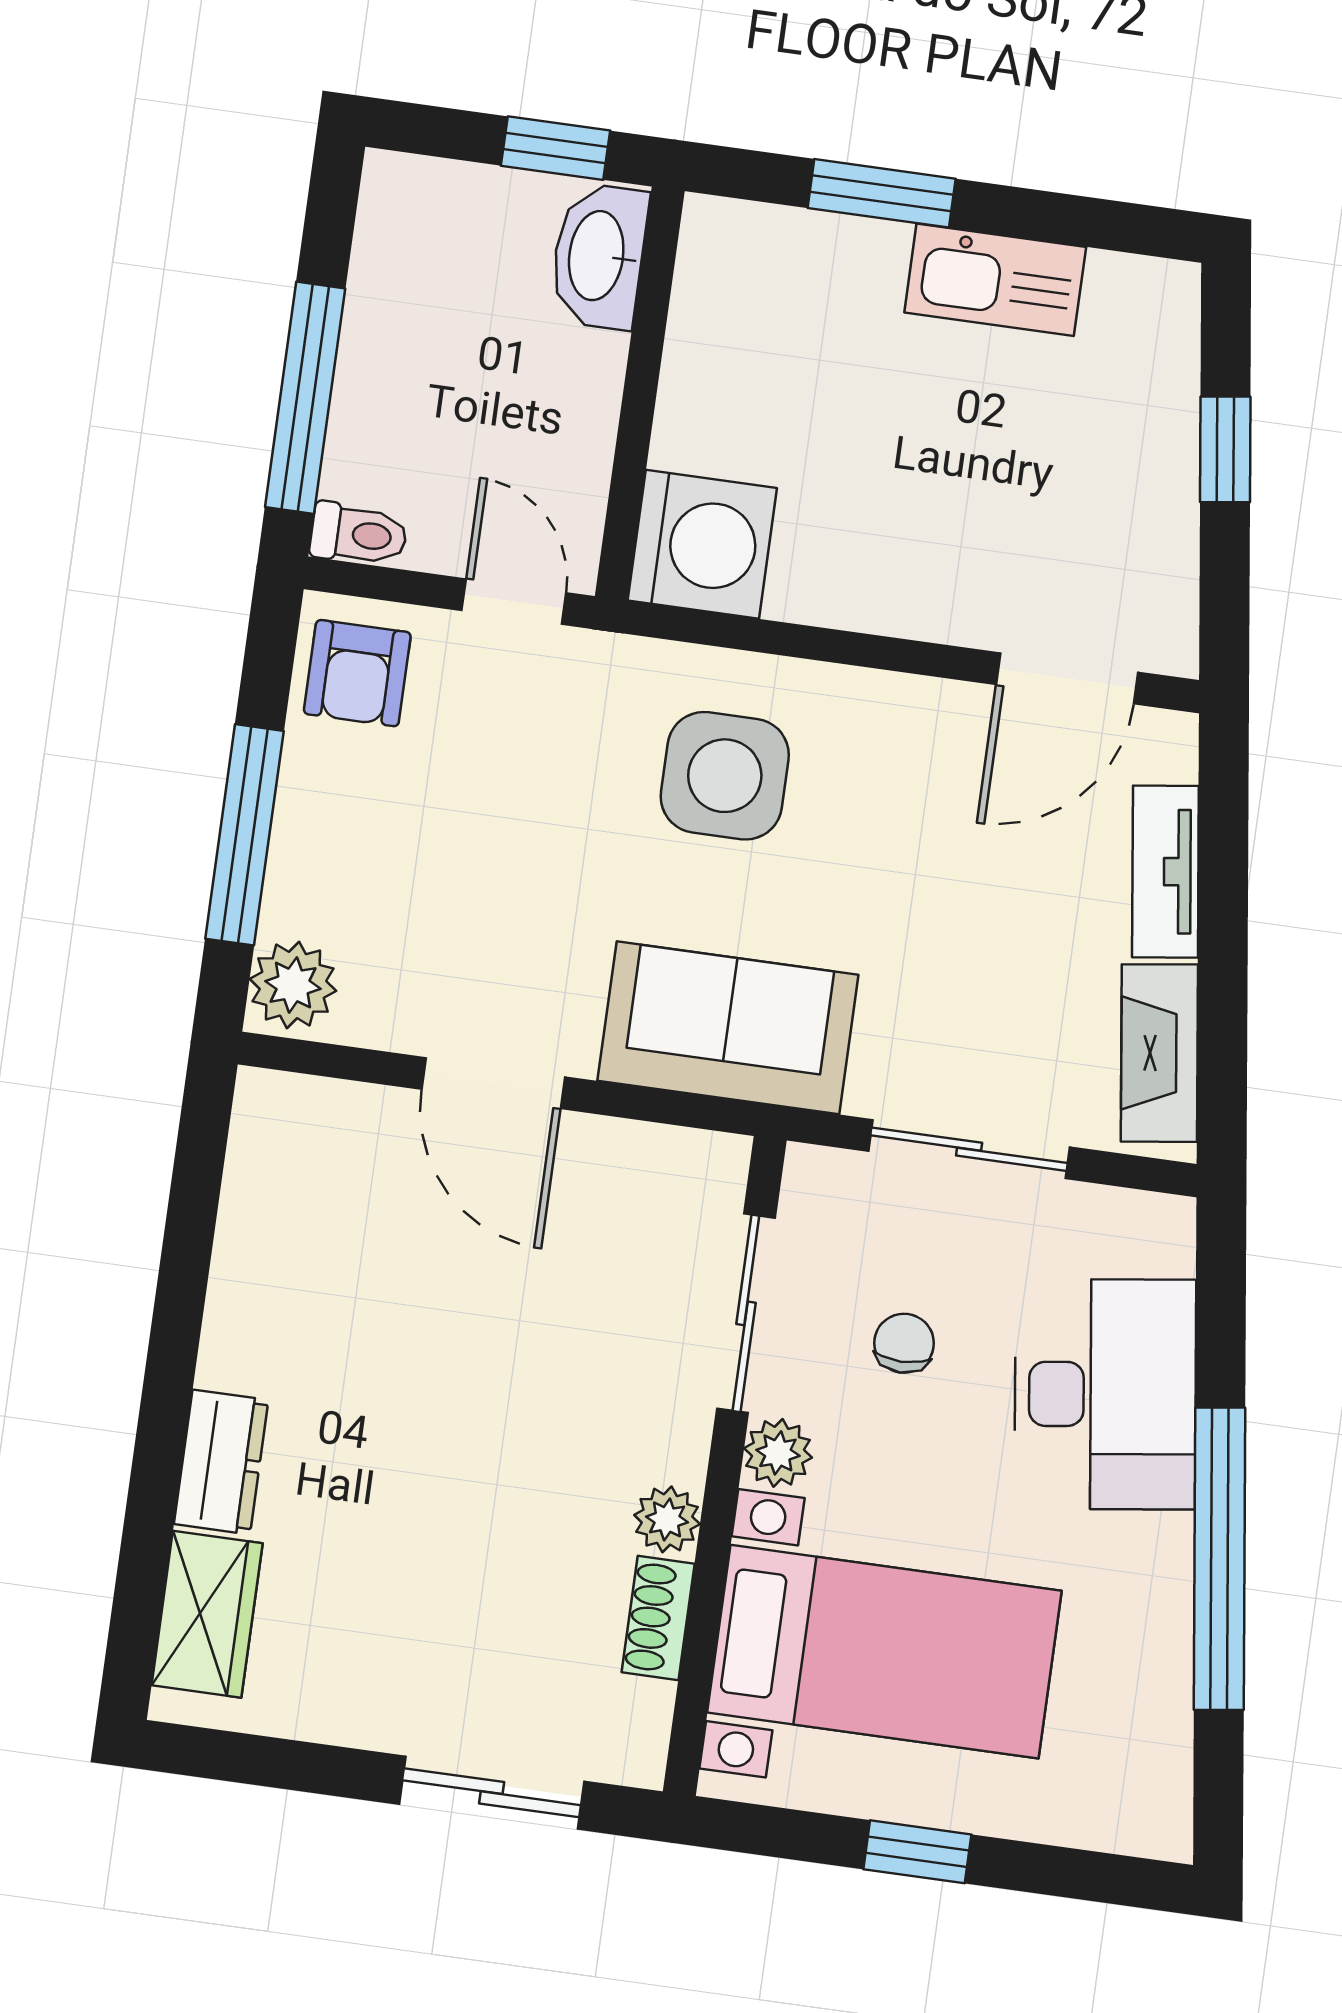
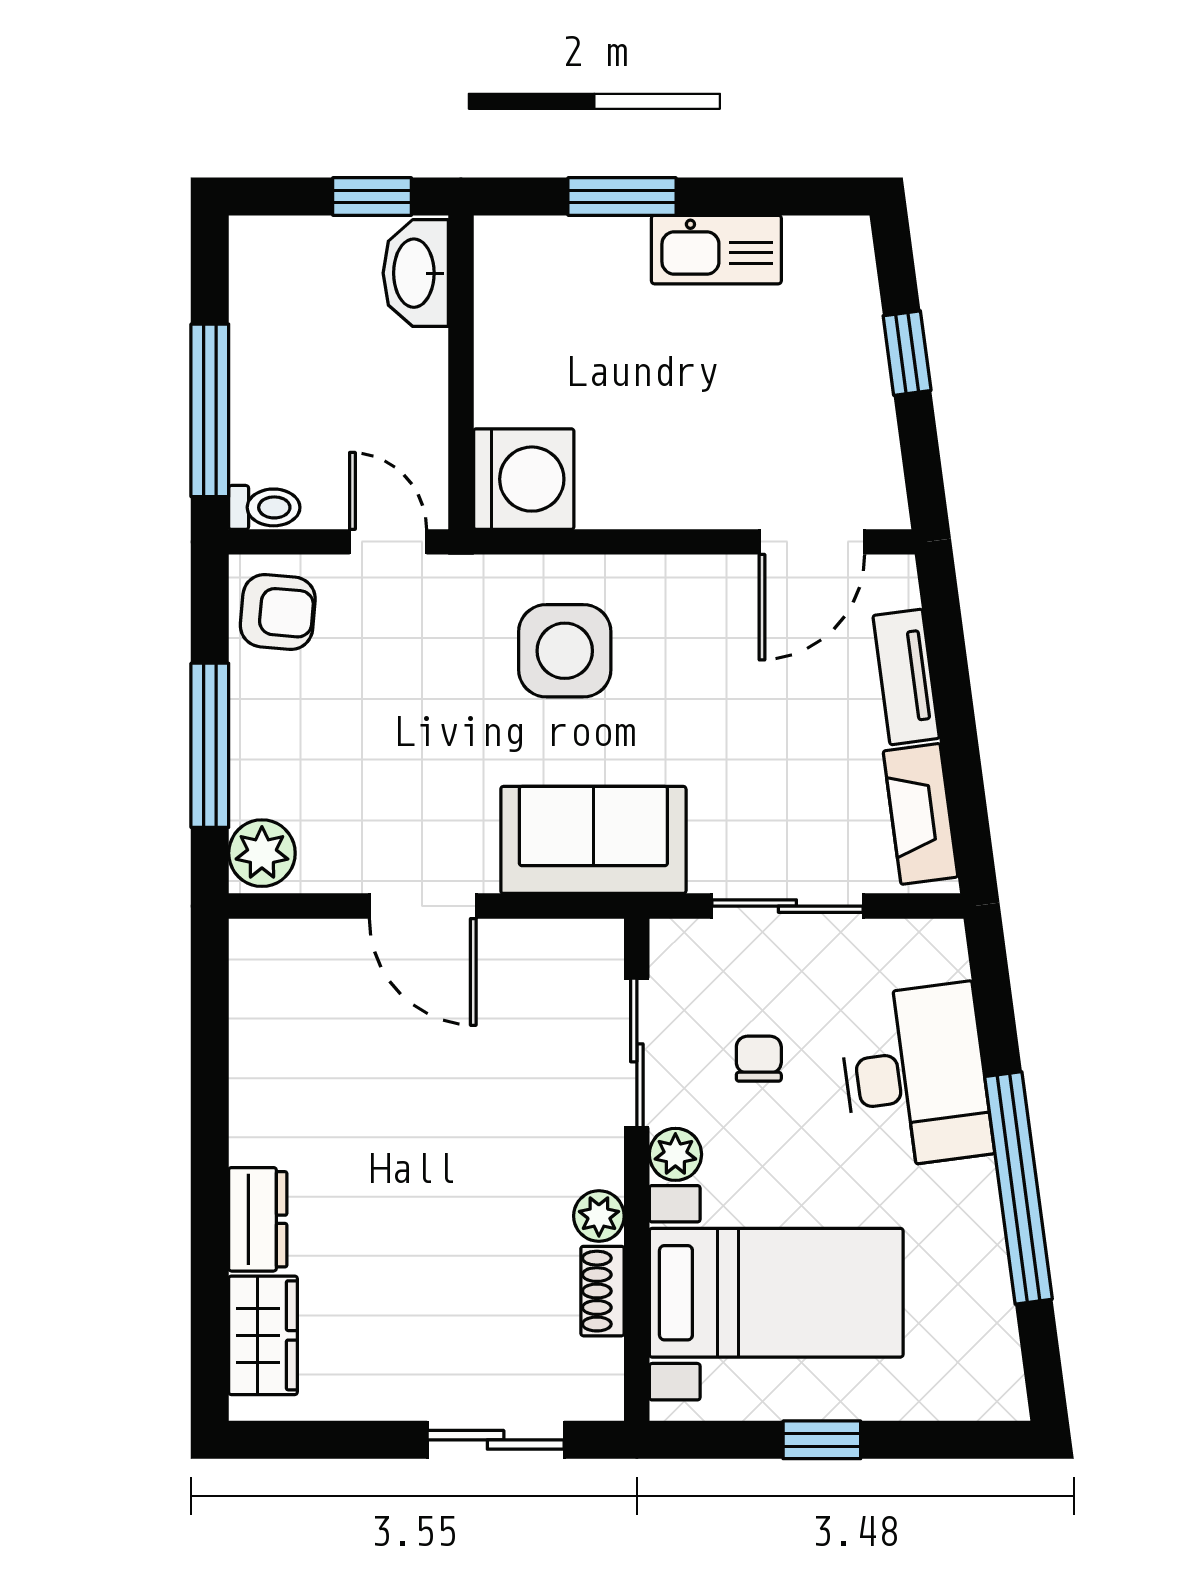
armchair: (357, 673) -> (278, 612), turned -85

